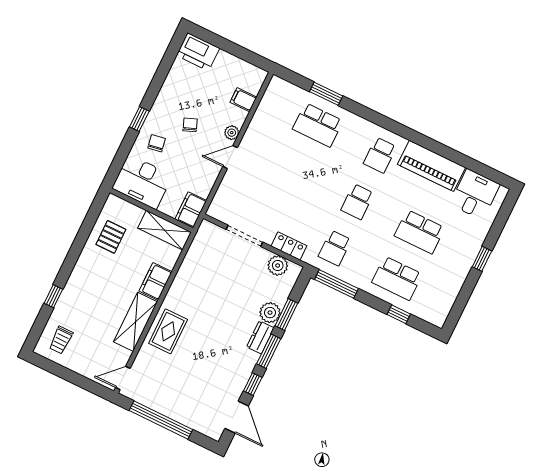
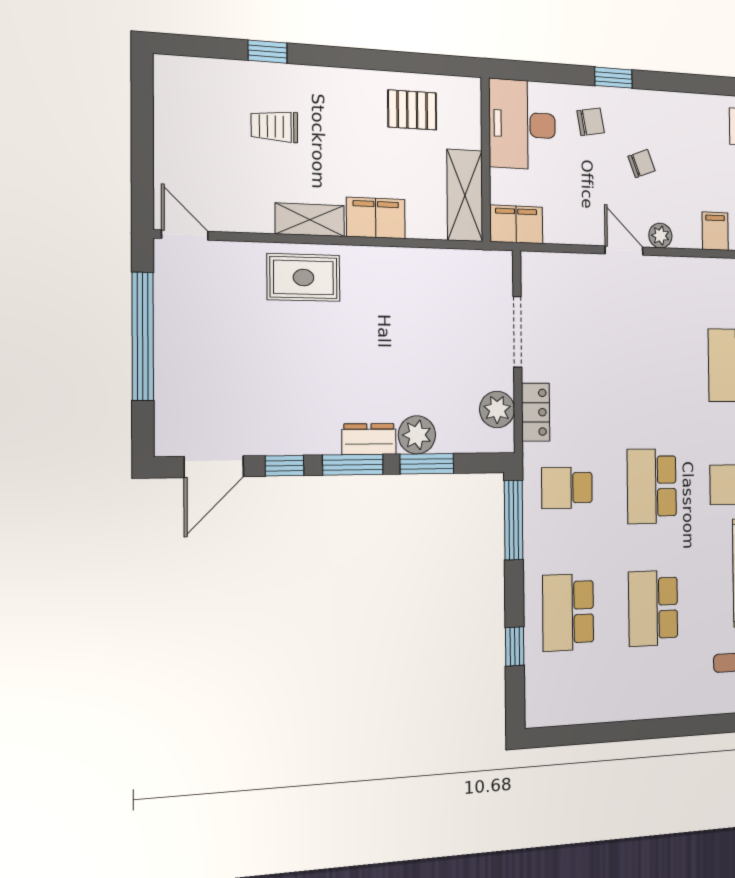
school desk: (357, 202) -> (652, 486), width x1.85
window: (482, 259) -> (659, 728), removed
shelving: (135, 322) -> (310, 220), width x0.67, depth x0.75
trolley: (61, 340) -> (274, 126), moved

